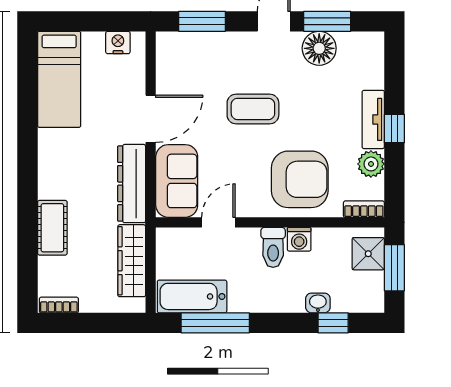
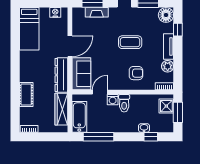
fireplace: (211, 42) -> (97, 12), added
floor lamp: (319, 48) -> (166, 15), moved
coffee table: (253, 109) -> (130, 42), moved
window: (394, 129) -> (178, 30), moved
armchair: (300, 179) -> (136, 73), width x0.53, depth x0.53
washing machine: (299, 239) -> (113, 100), moved
bathtub: (192, 296) -> (79, 117), moved, turned 90

